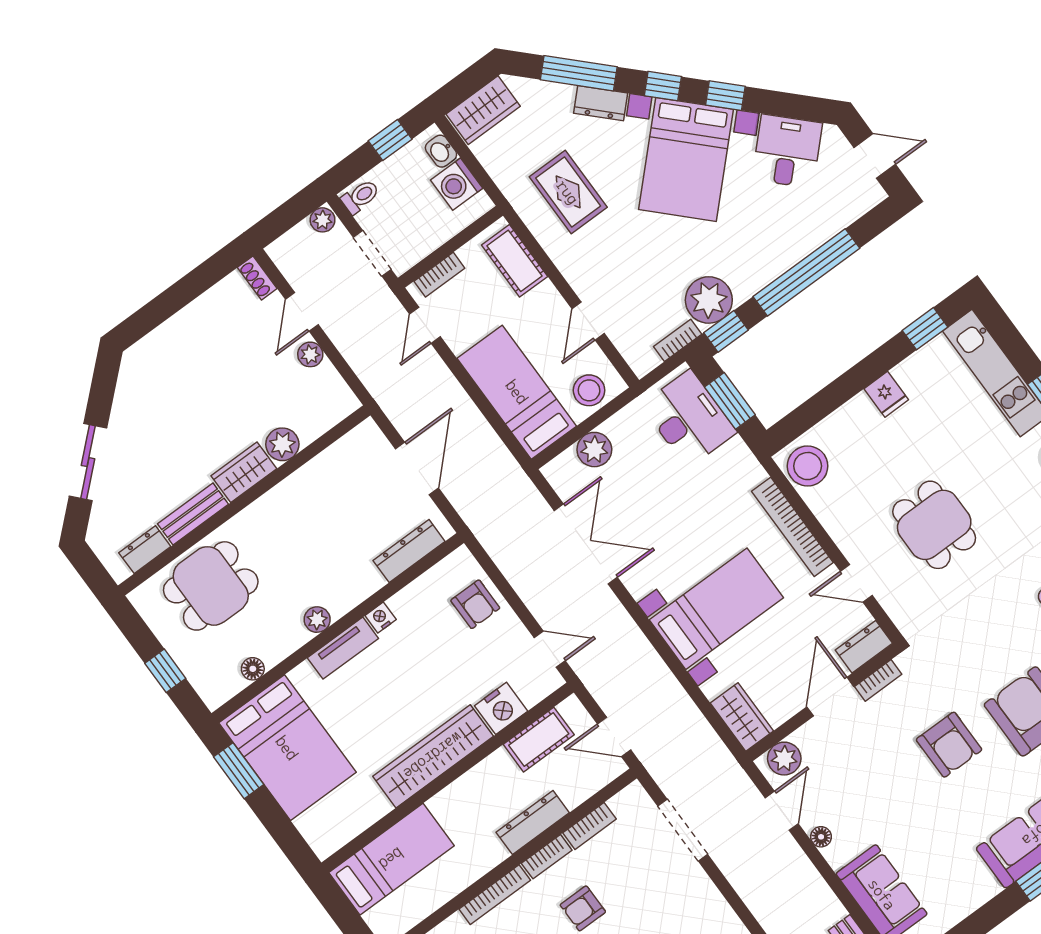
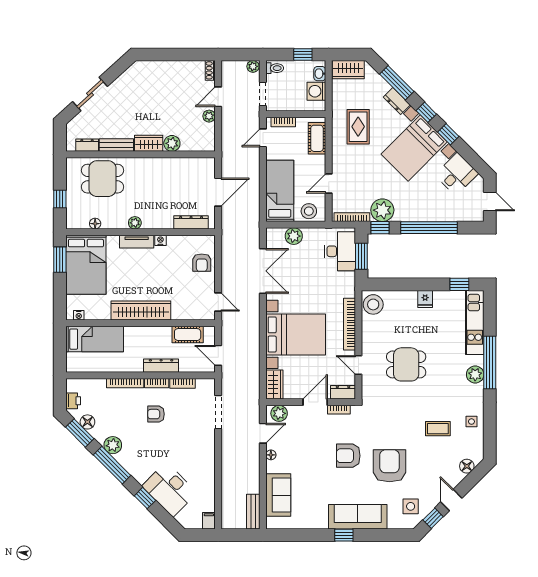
bookcase: (678, 340) -> (352, 217), width x1.56
dining table: (934, 525) -> (406, 364), turned 90
bed with nightstands: (716, 609) -> (296, 334), width x1.36
nightstand: (501, 708) -> (79, 315), moved, width x0.53, depth x0.56
armchair: (949, 745) -> (348, 456), turned 90

